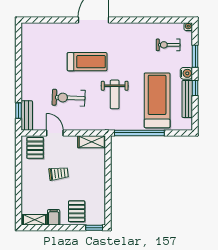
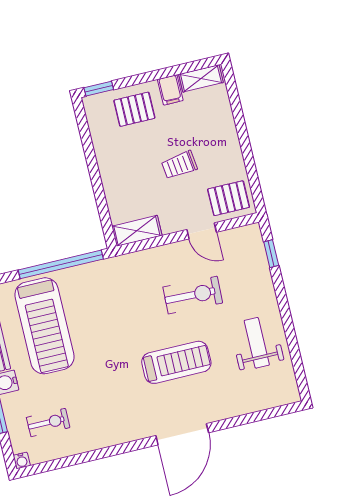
treadmill: (87, 62) -> (176, 362), turned 180
weight bench: (115, 94) -> (257, 343), moved
bench: (27, 116) -> (255, 249), removed
pallet: (35, 148) -> (229, 198), turned 90
pallet: (77, 211) -> (134, 109), turned 90

